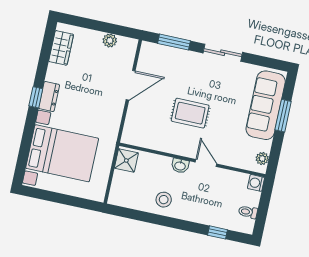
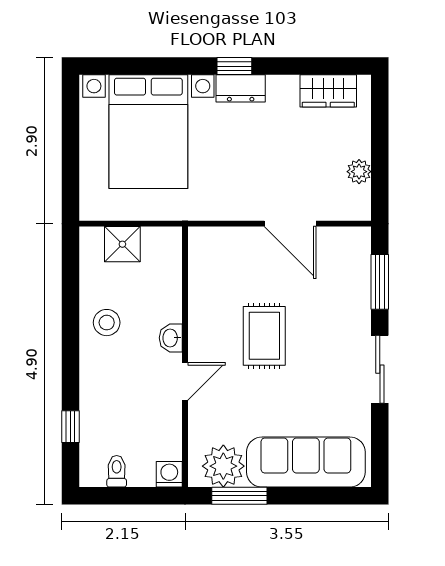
window: (283, 116) -> (239, 496), moved
plant: (262, 158) -> (223, 466), width x1.87, depth x1.87
shower: (126, 160) -> (122, 244), moved

